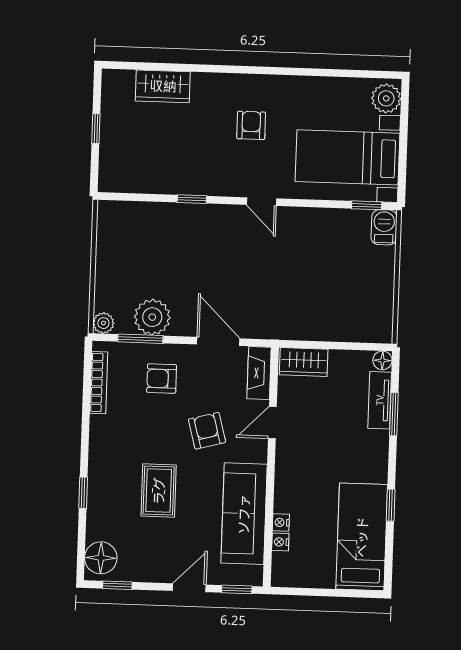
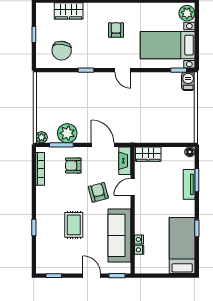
chair: (147, 161) -> (62, 51), added
tv unit: (380, 400) -> (189, 184), moved
floor lamp: (101, 558) -> (44, 261), removed
door: (189, 588) -> (92, 276), hinge flipped

